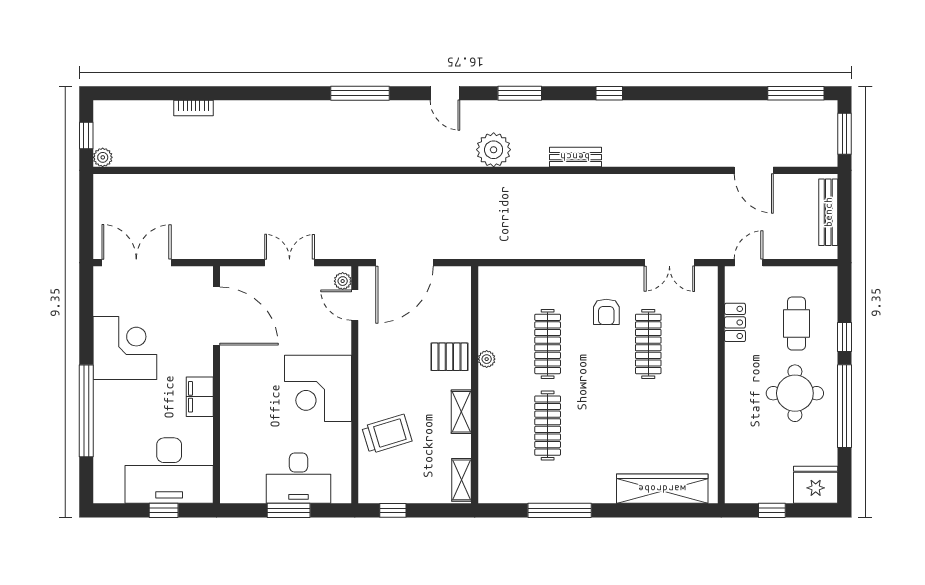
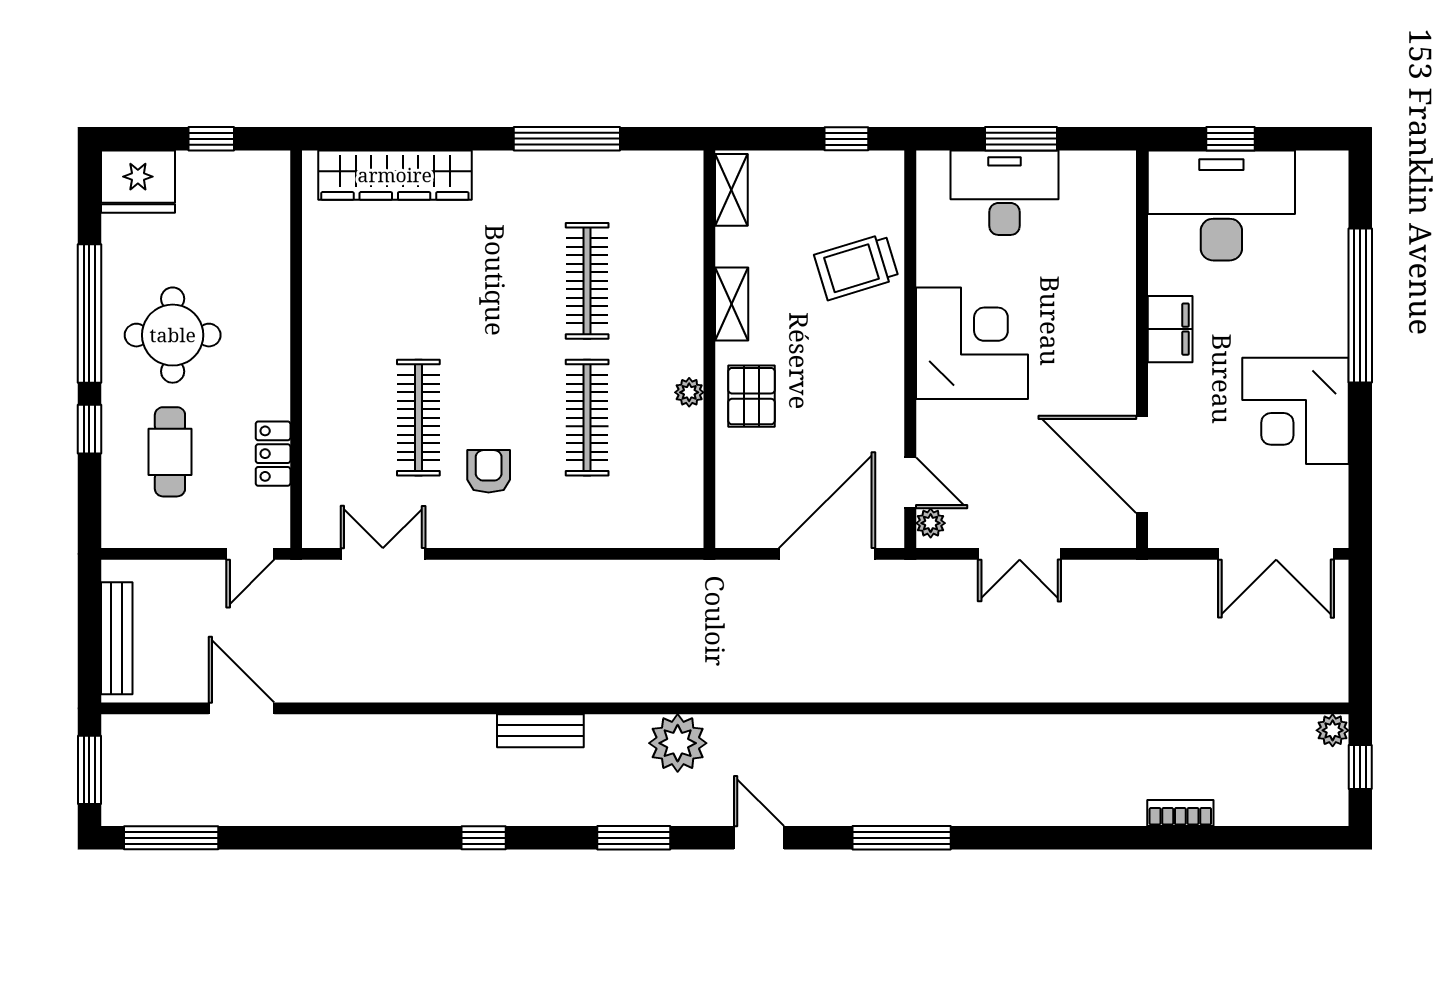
pallet: (449, 357) -> (752, 396), turned 90

